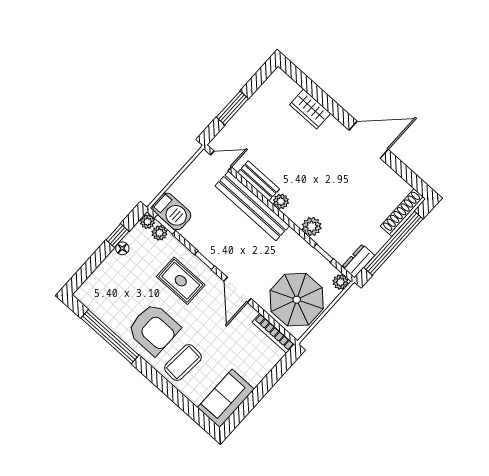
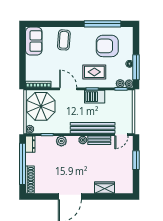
barbecue: (172, 211) -> (95, 97), moved
window: (118, 236) -> (136, 67), width x2.17
armchair: (154, 329) -> (107, 46), moved

